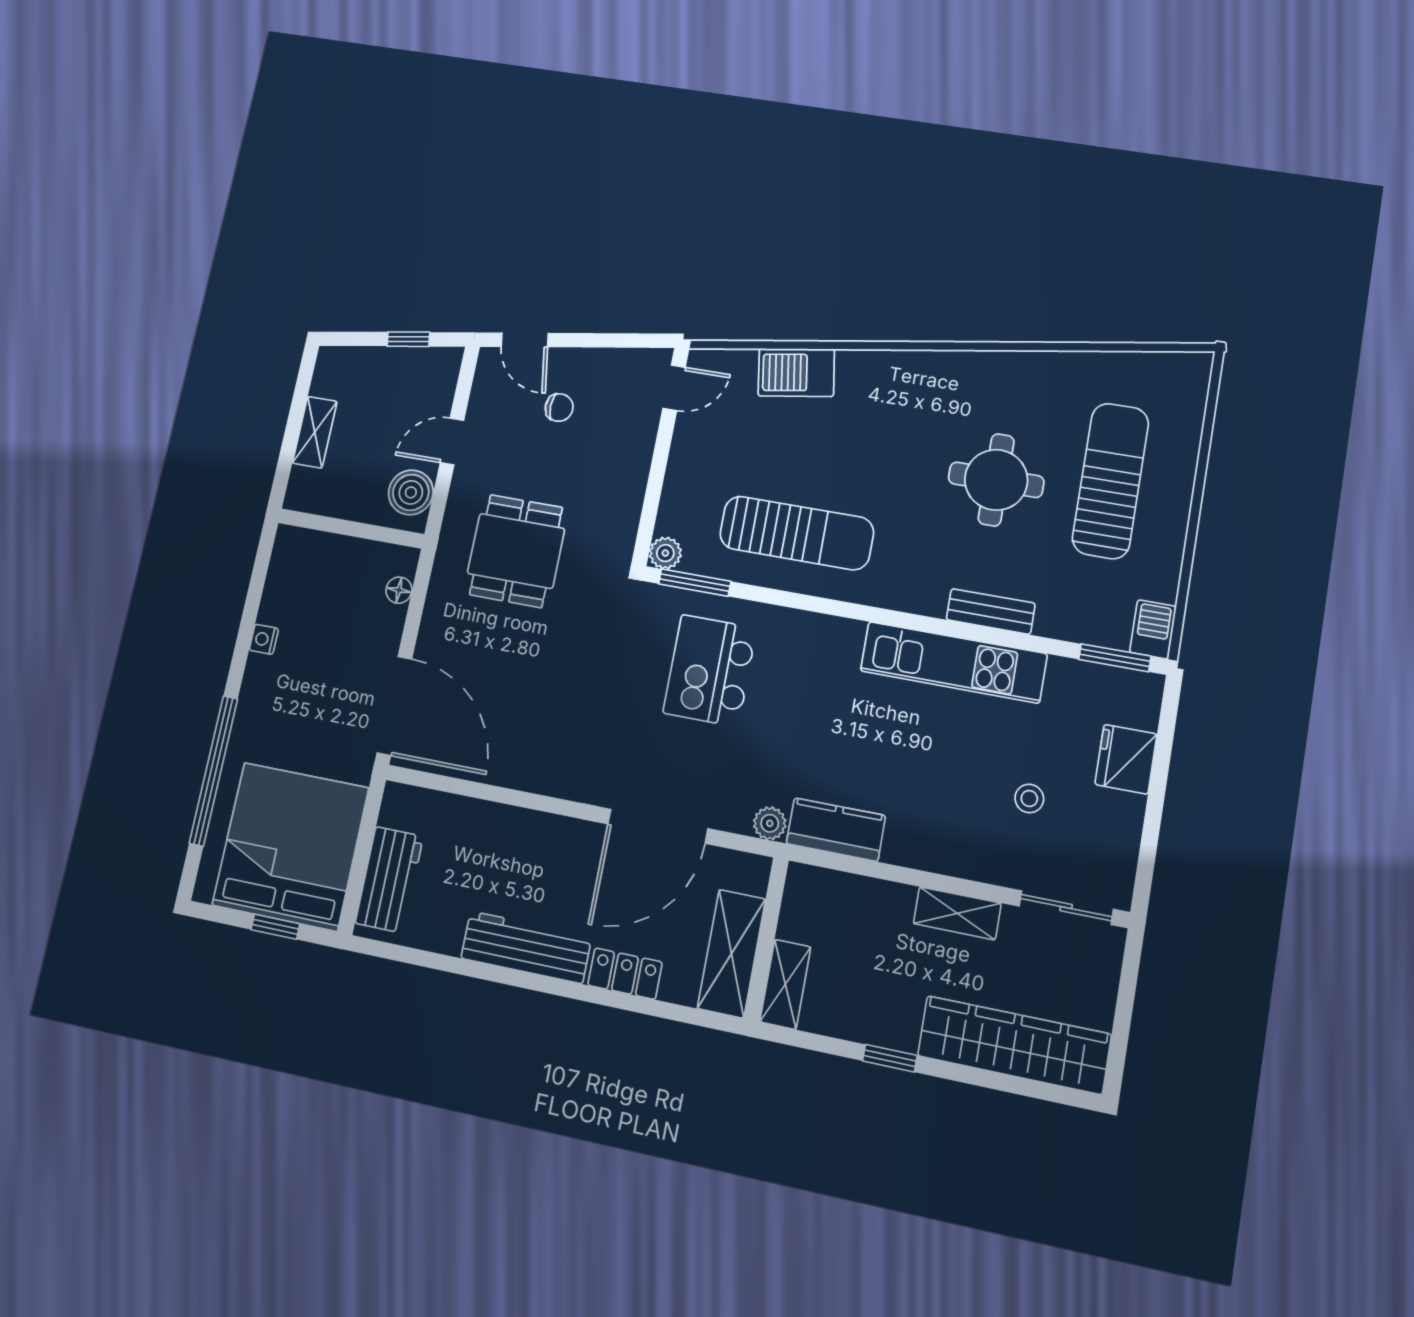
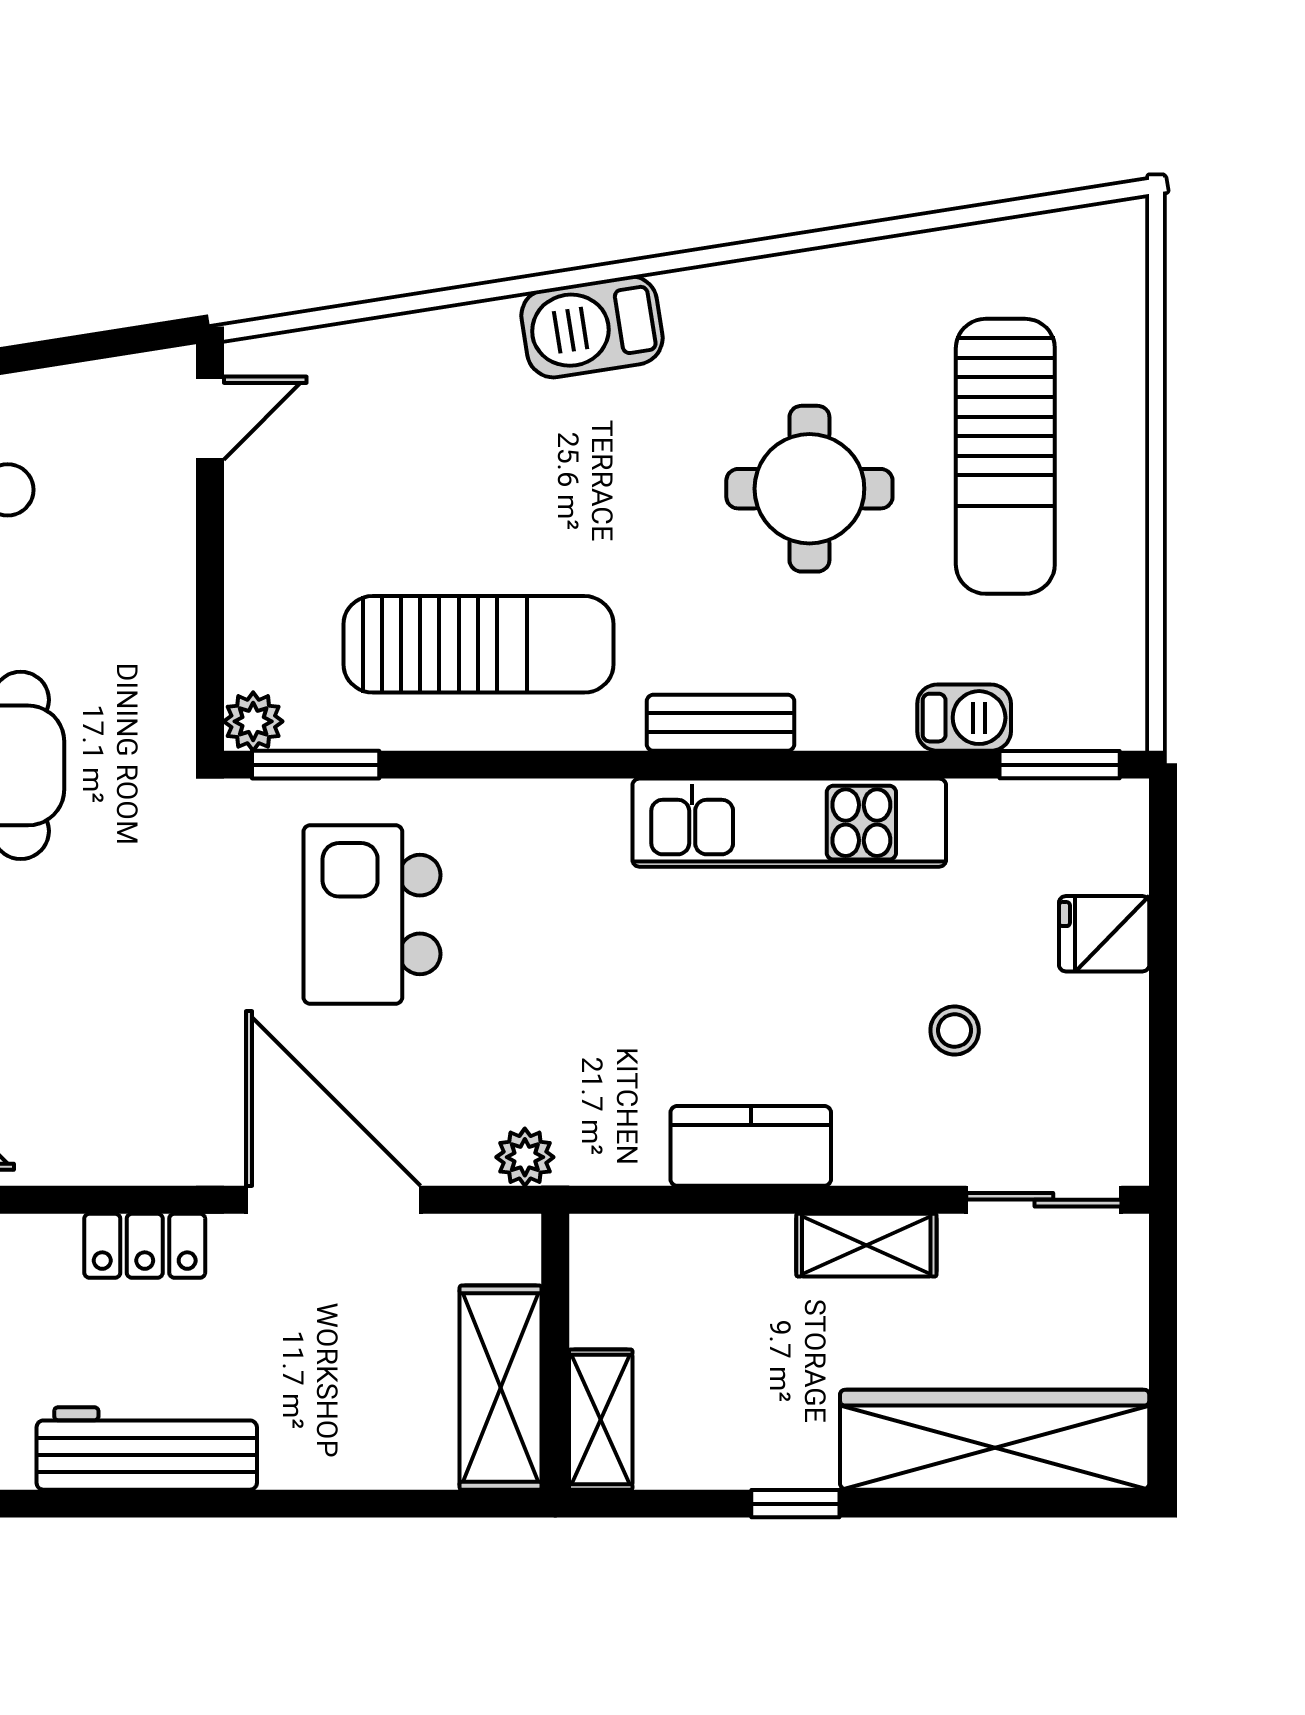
barbecue: (796, 372) -> (592, 327), moved
sun lounger: (1110, 481) -> (1005, 456), turned 180
bench: (991, 611) -> (721, 723), moved
barbecue: (1153, 629) -> (964, 718), moved, turned 90
fridge: (1126, 759) -> (1104, 934), width x0.72
door: (658, 826) -> (333, 1200), swing flipped
kitchen counter: (836, 830) -> (751, 1146), moved
locker: (625, 974) -> (145, 1246), moved, turned 180

